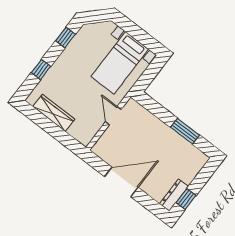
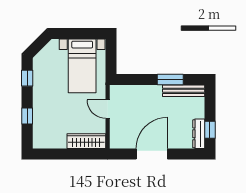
wardrobe: (54, 113) -> (86, 141), moved
bench: (189, 149) -> (184, 91), added

